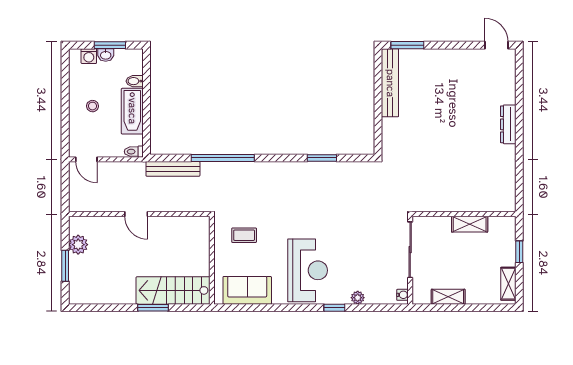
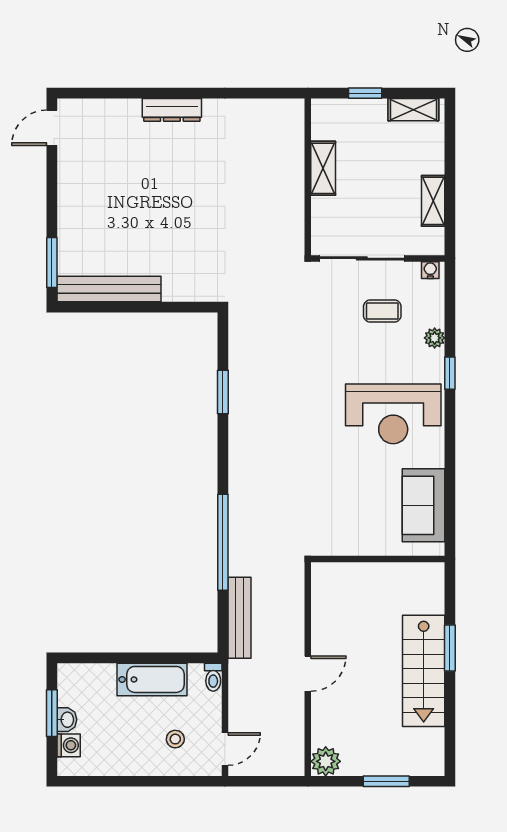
bidet: (135, 81) -> (106, 676), removed
stool: (92, 106) -> (175, 739), moved
coffee table: (244, 235) -> (382, 311), moved, turned 90
plant: (78, 245) -> (326, 761), moved
reception desk: (308, 270) -> (393, 414), turned 180
stairs: (173, 290) -> (424, 671), moved

